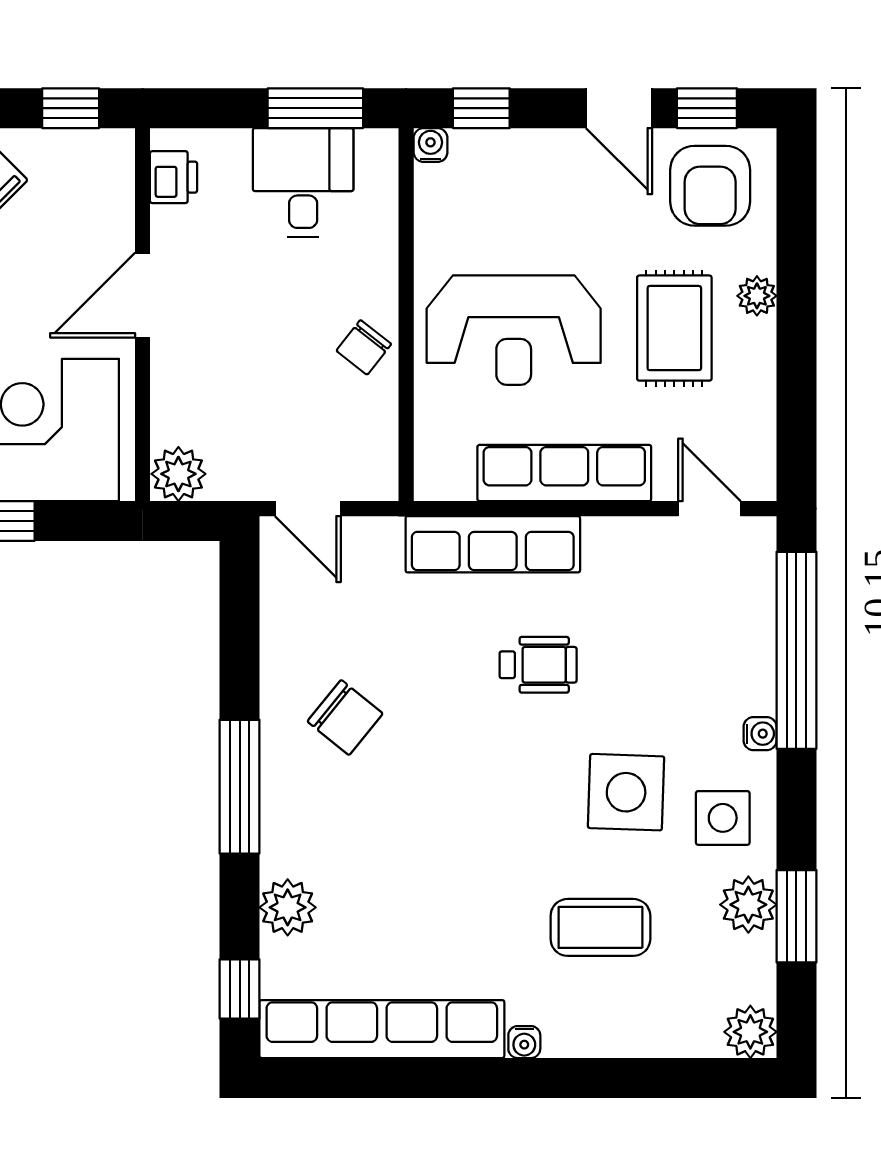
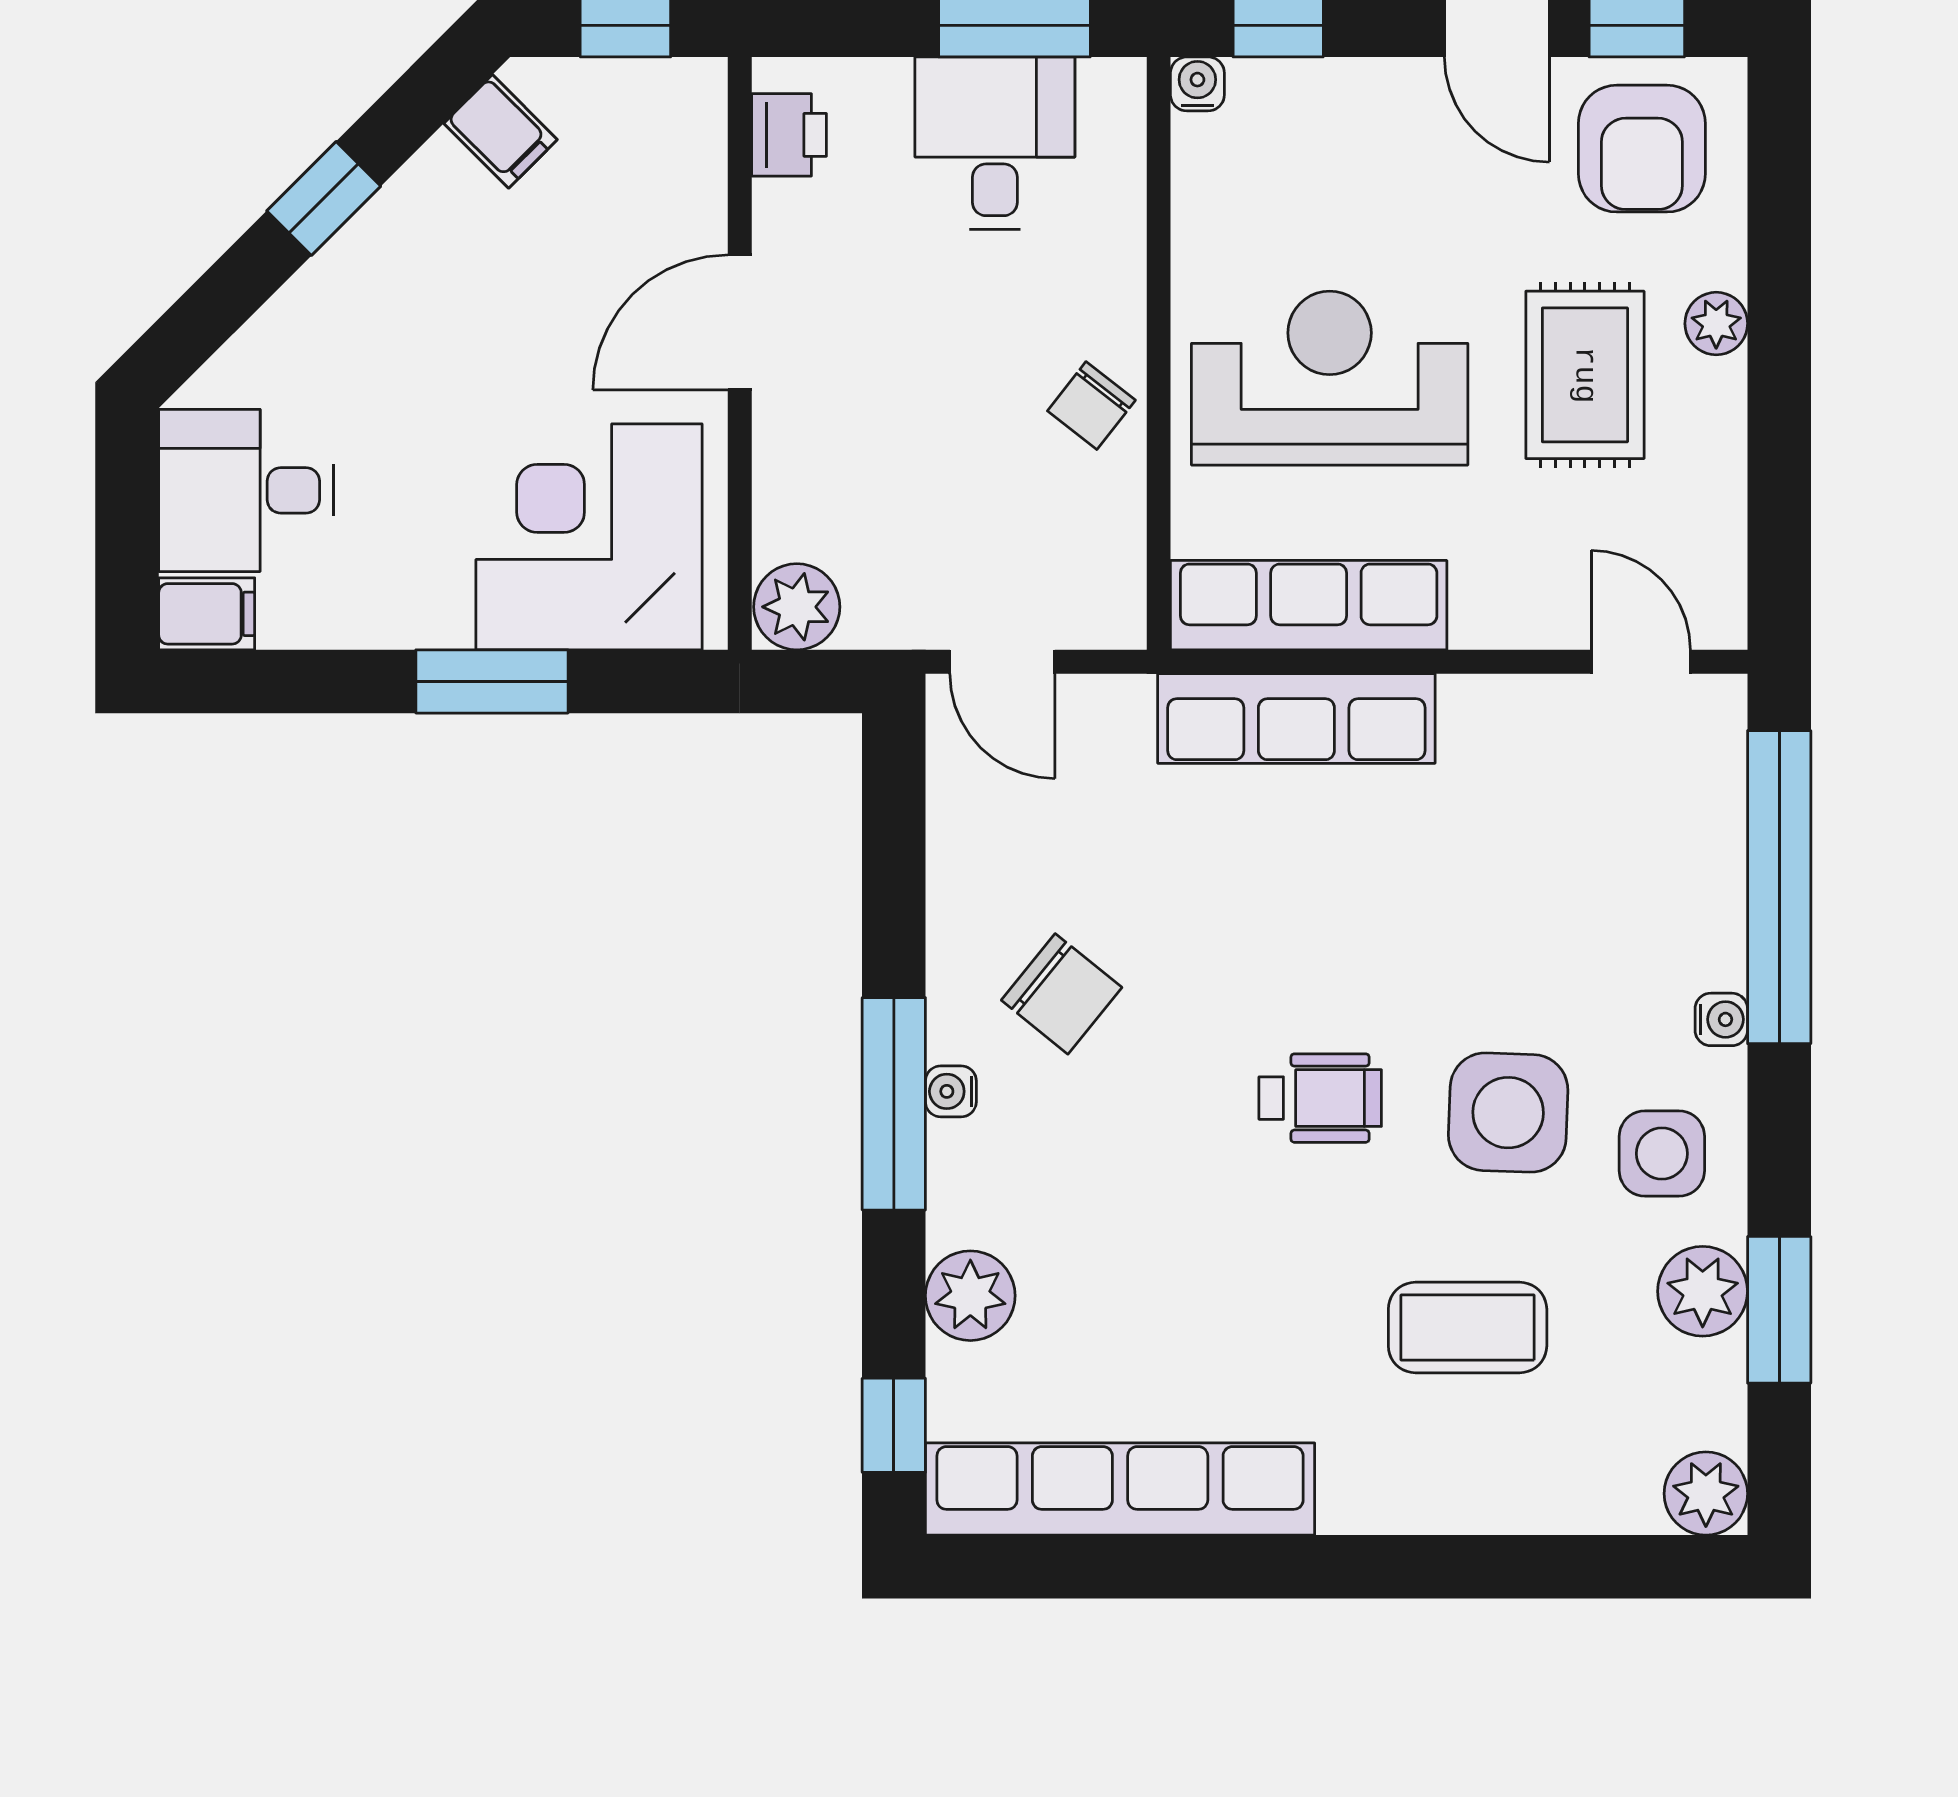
reception desk: (514, 330) -> (1330, 378), turned 180
row of seats: (564, 473) -> (1309, 605), moved
wheelchair: (538, 665) -> (1320, 1098), moved
water cooler: (524, 1042) -> (951, 1091), moved, turned 90

